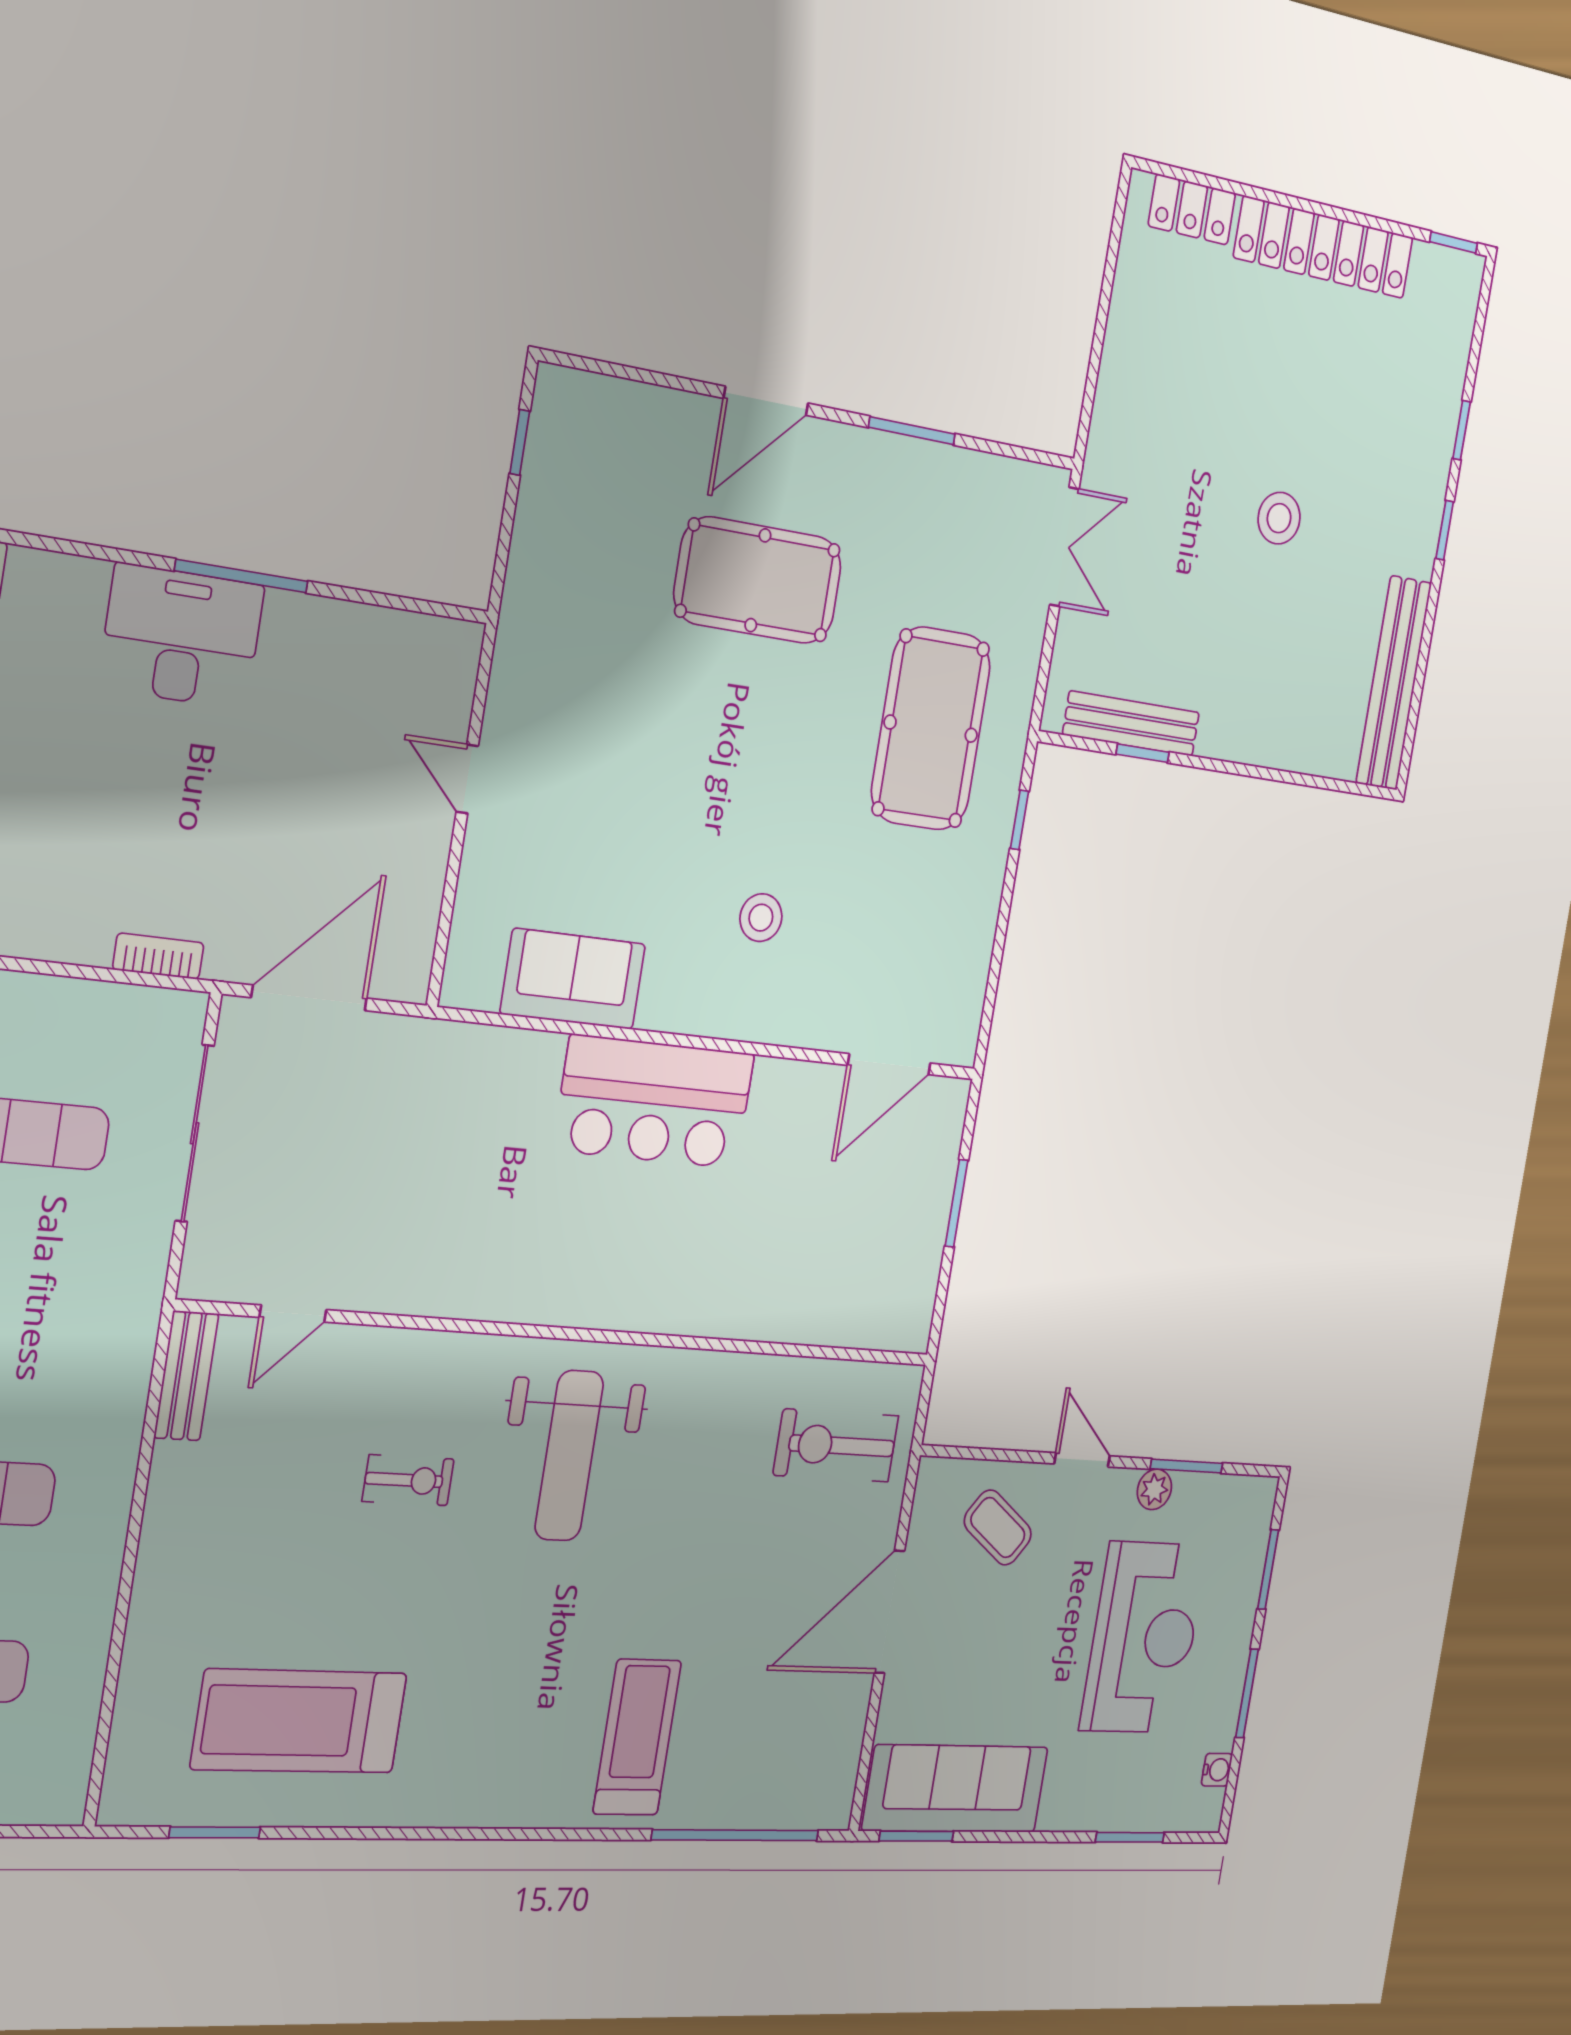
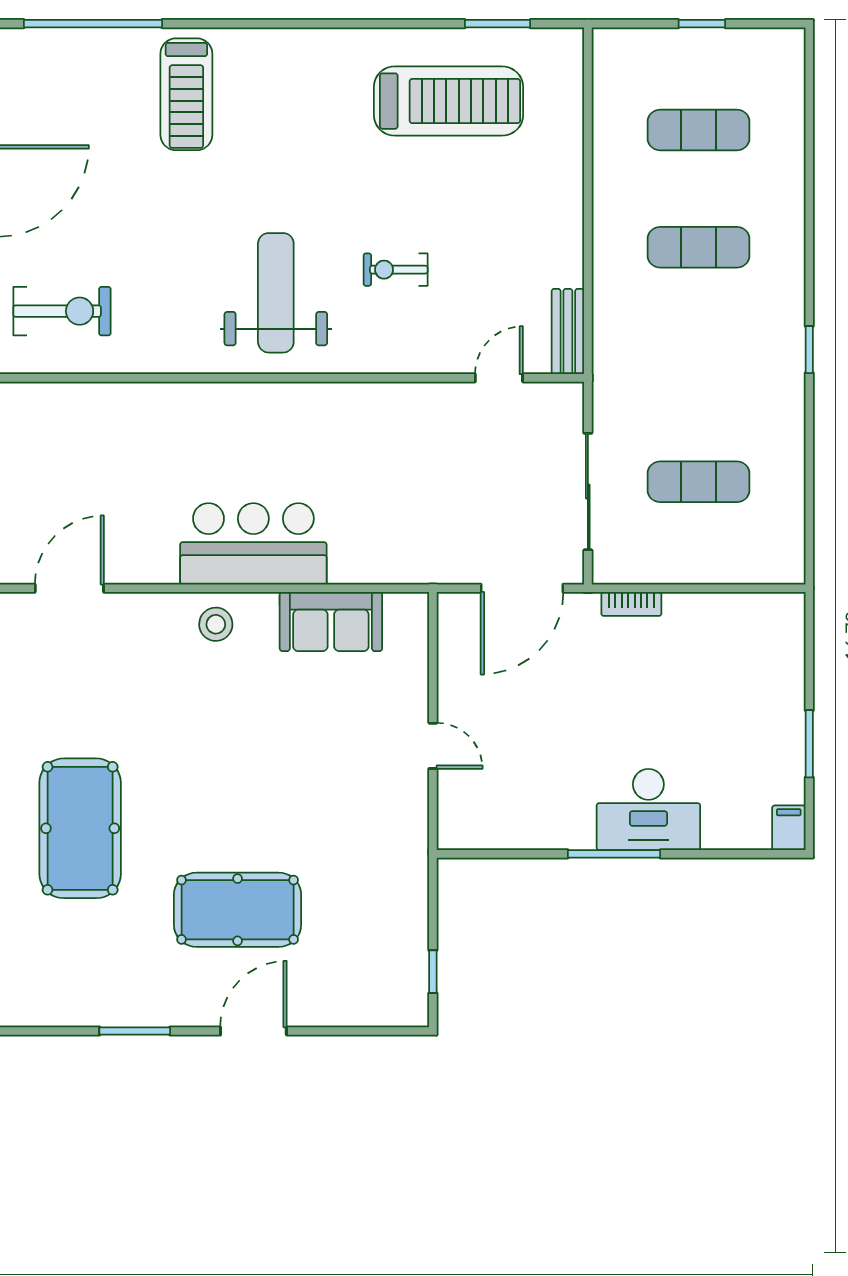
stool: (761, 918) -> (216, 624), moved

